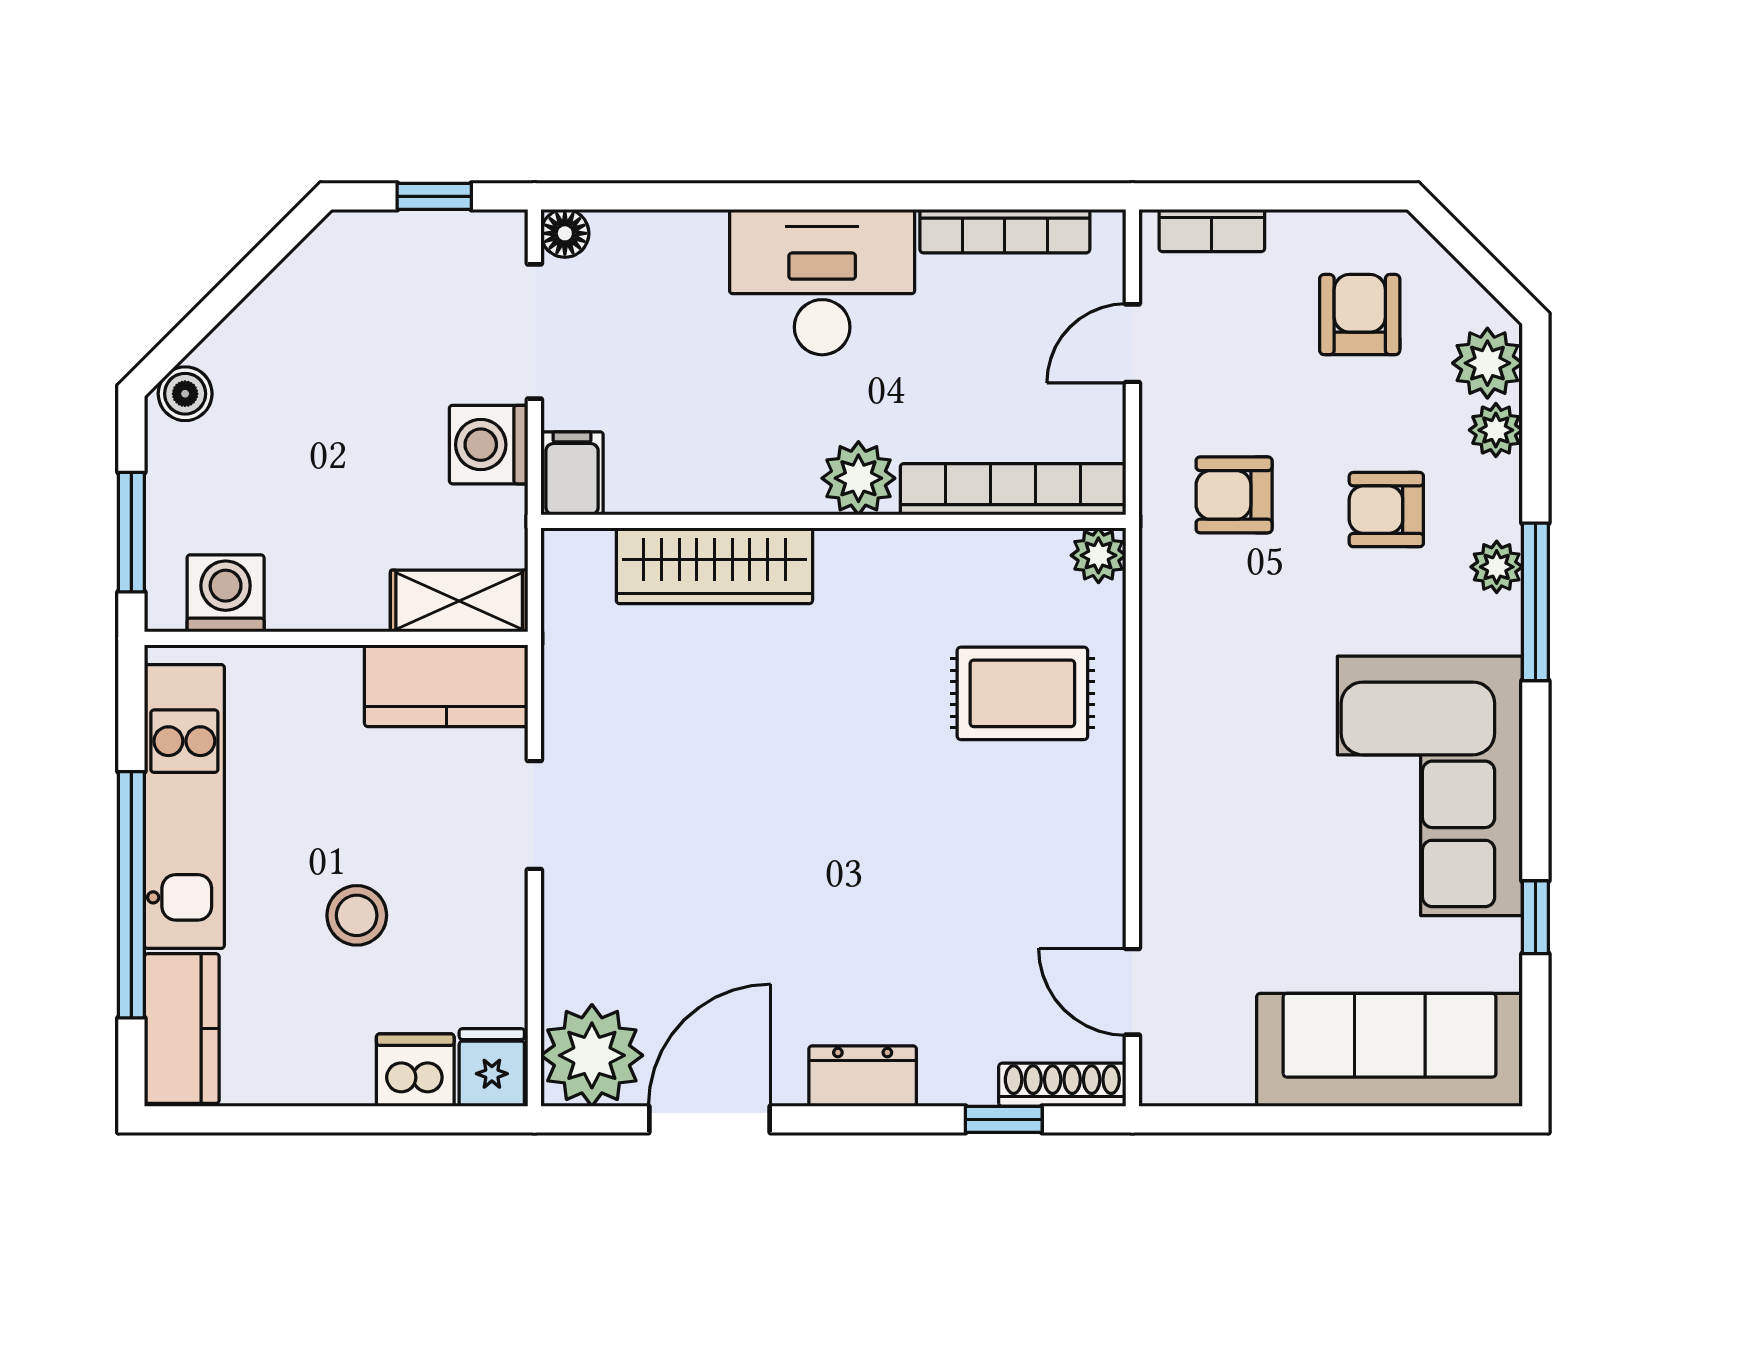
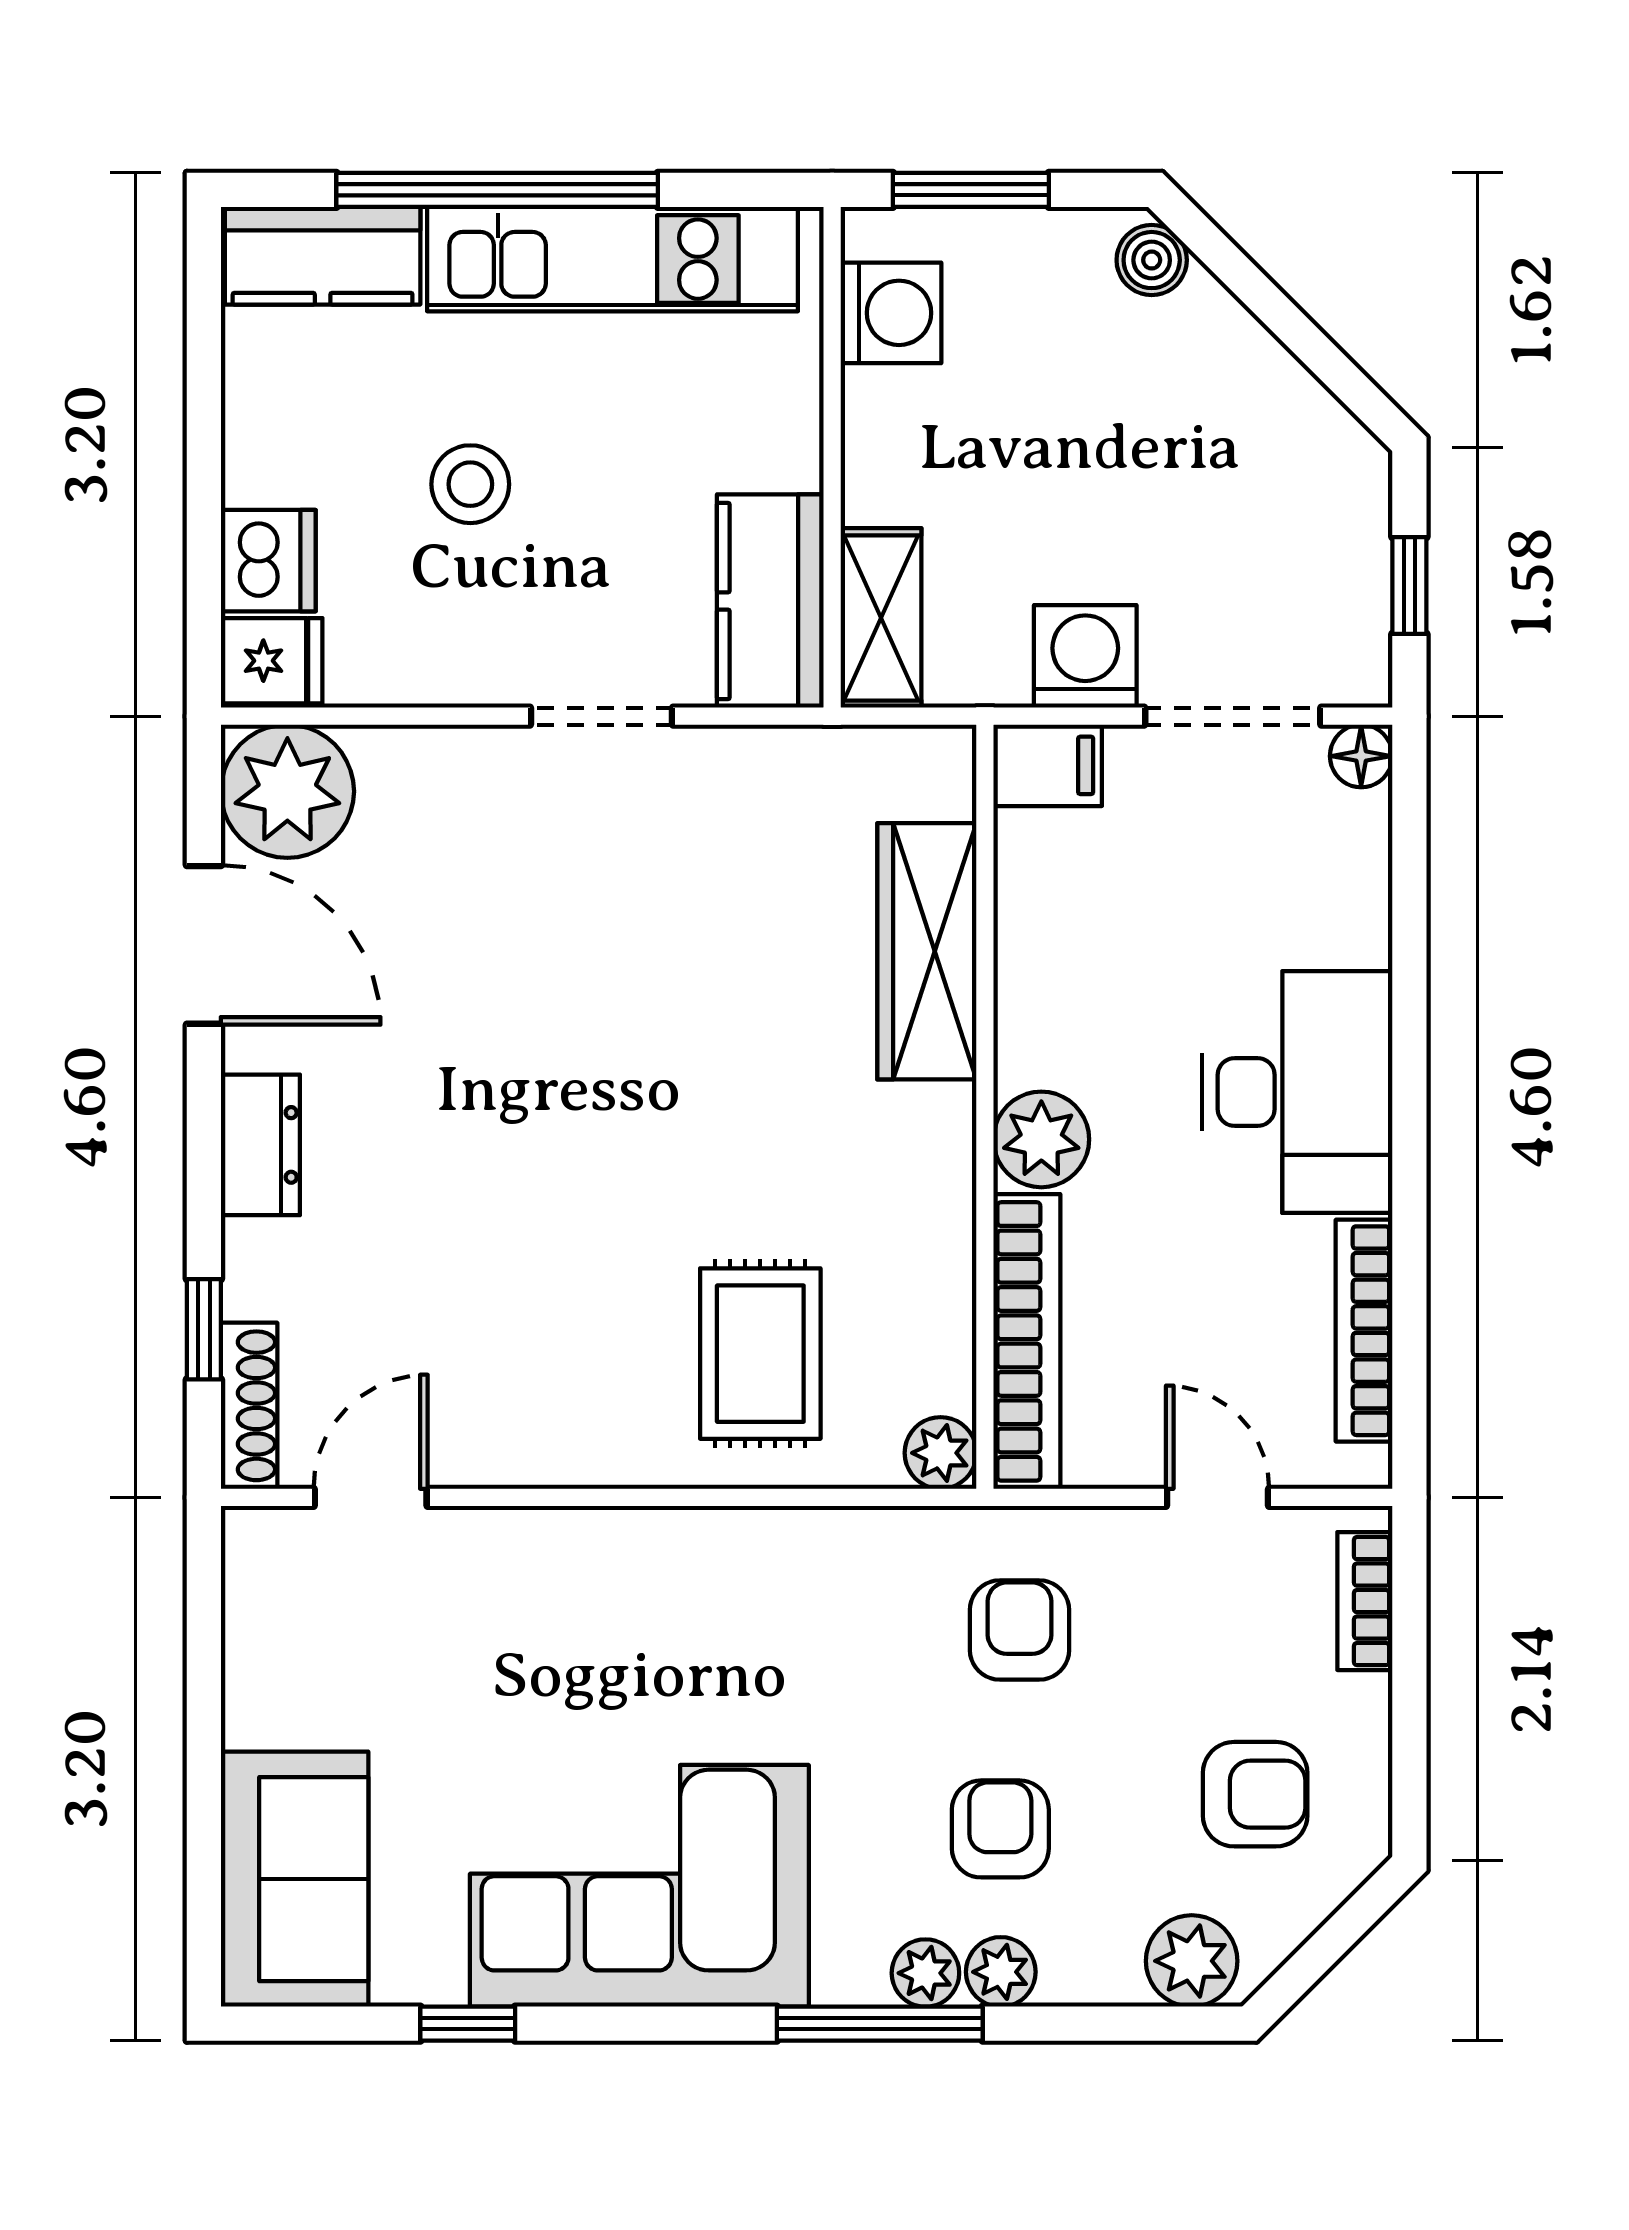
plant: (1496, 430) -> (1001, 1972), moved
sofa: (1390, 1050) -> (295, 1879), width x0.73

